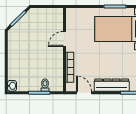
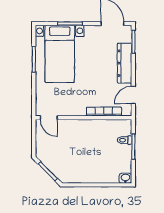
door: (64, 39) -> (49, 118), moved

